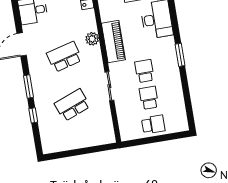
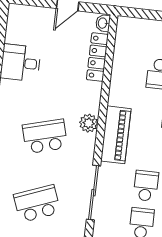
sliding door: (109, 86) -> (93, 193), width x1.37

